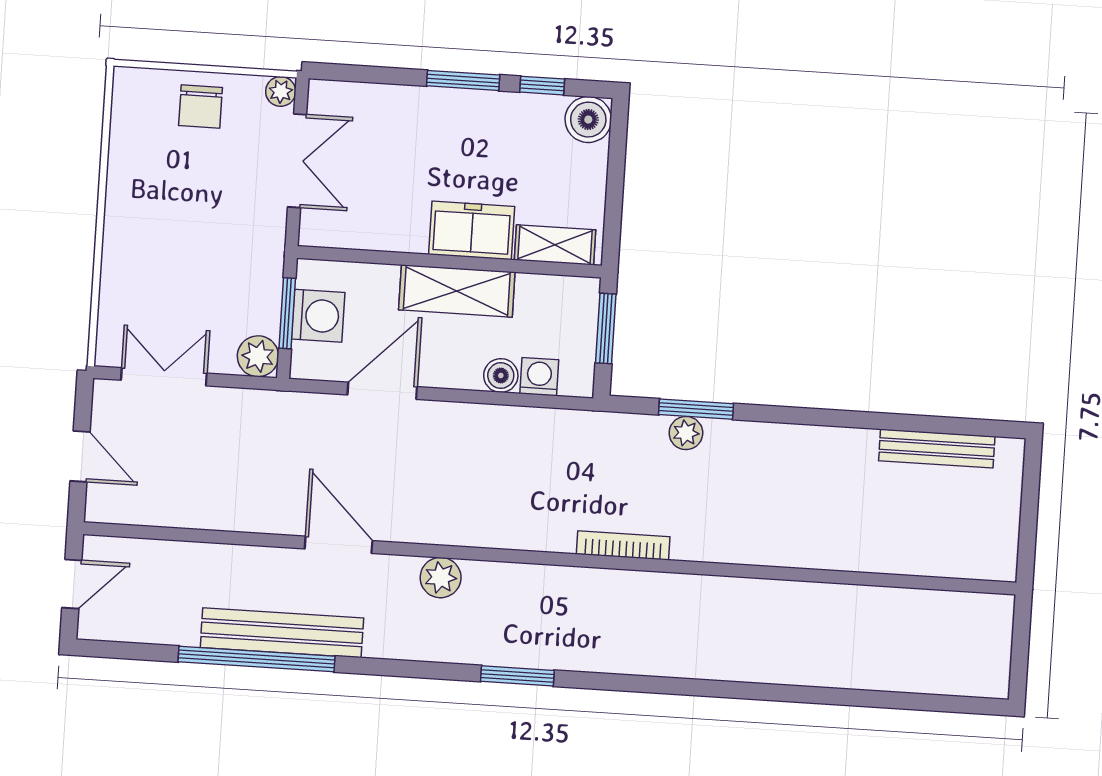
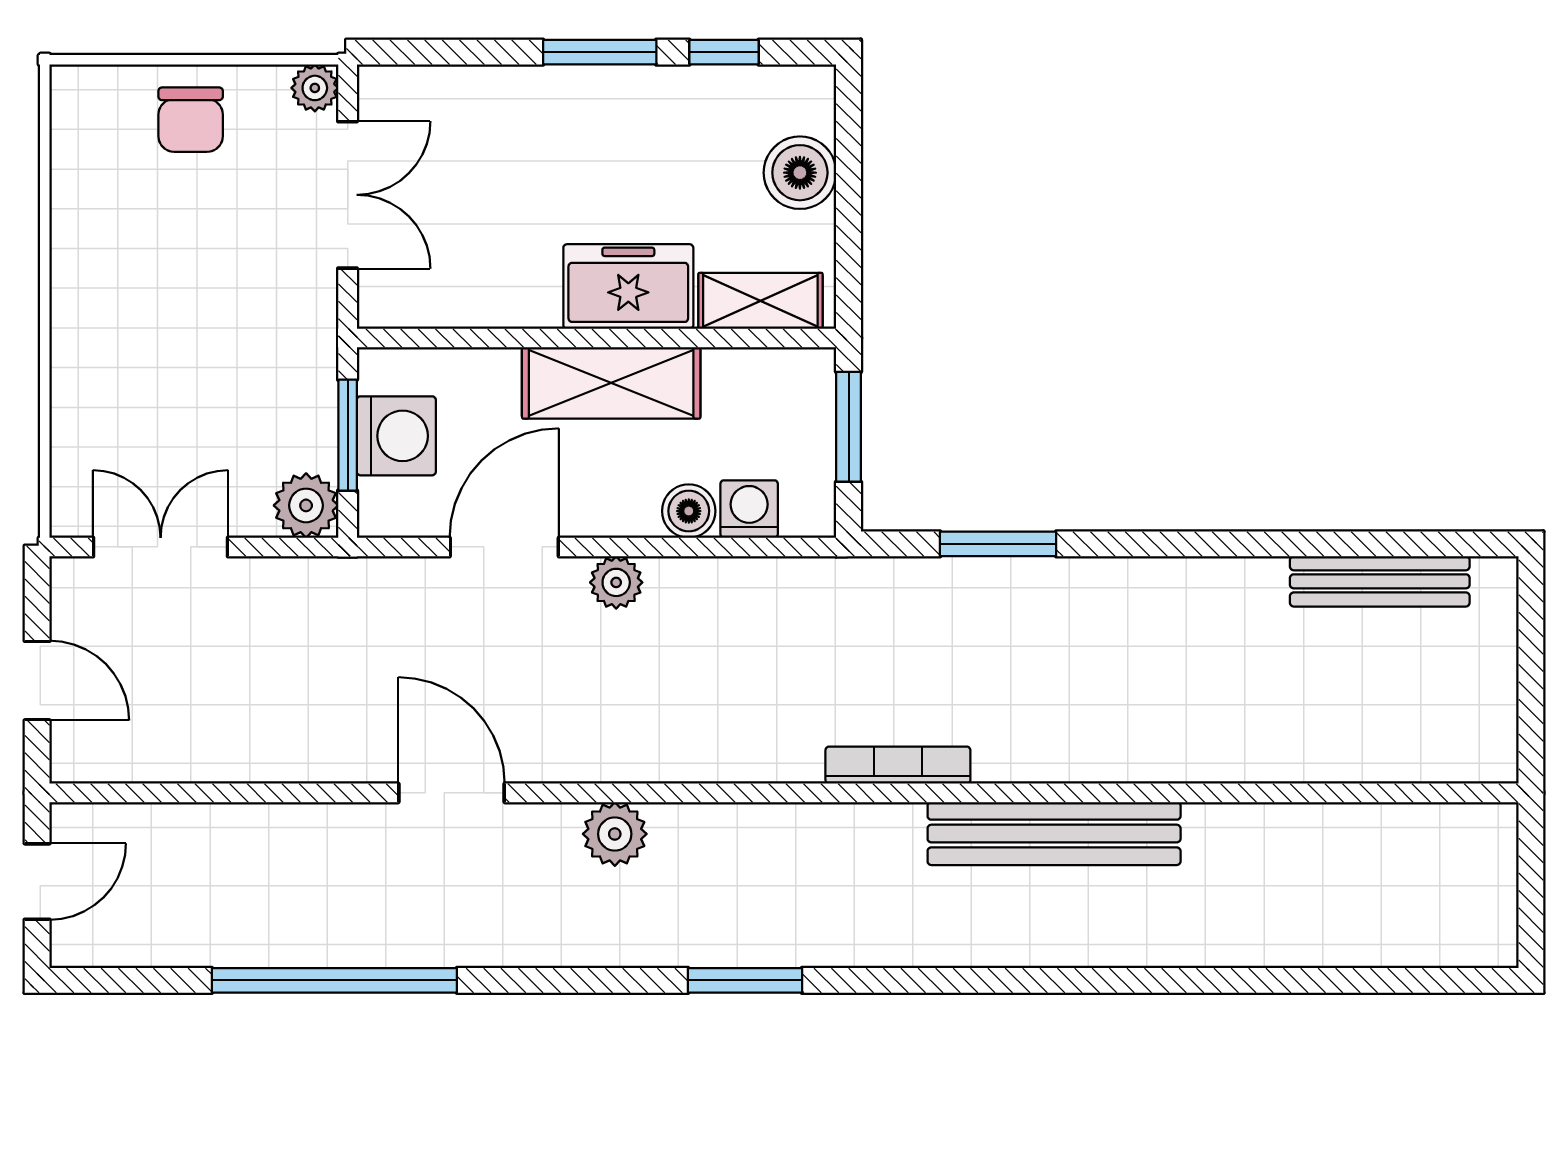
boiler: (588, 120) -> (800, 173), moved
plant: (686, 433) -> (616, 582), moved
bench: (282, 633) -> (1054, 834), moved

